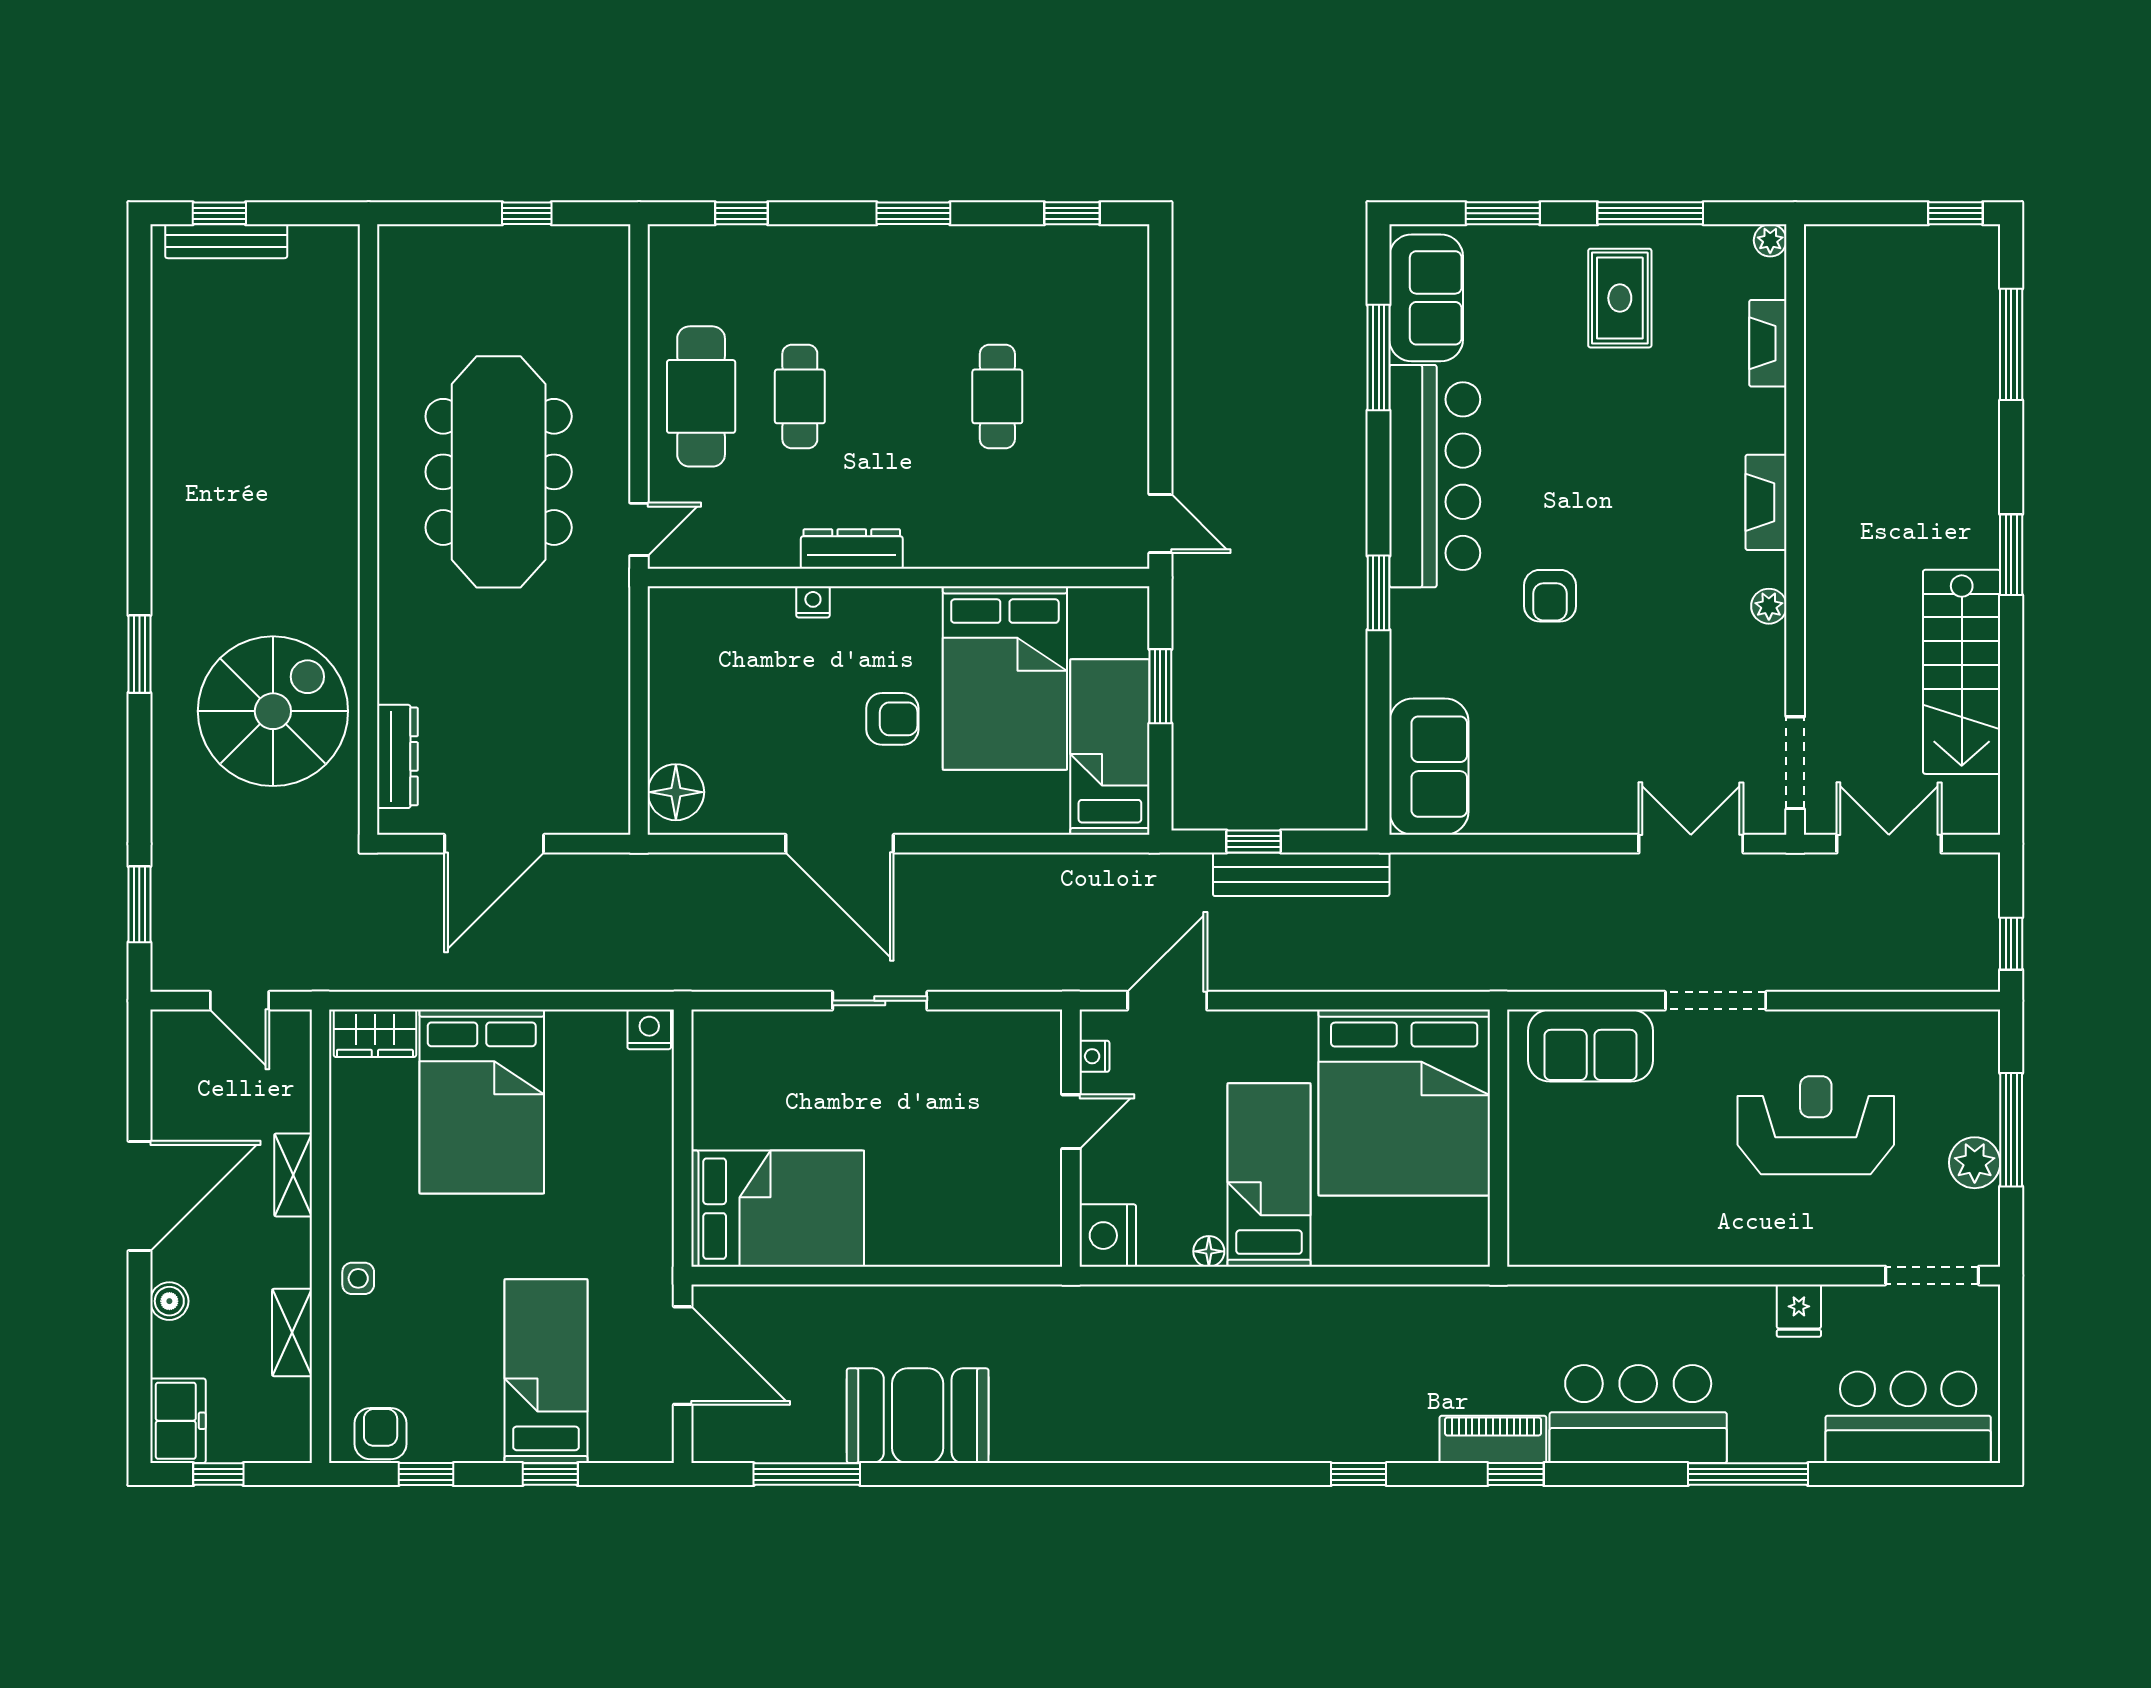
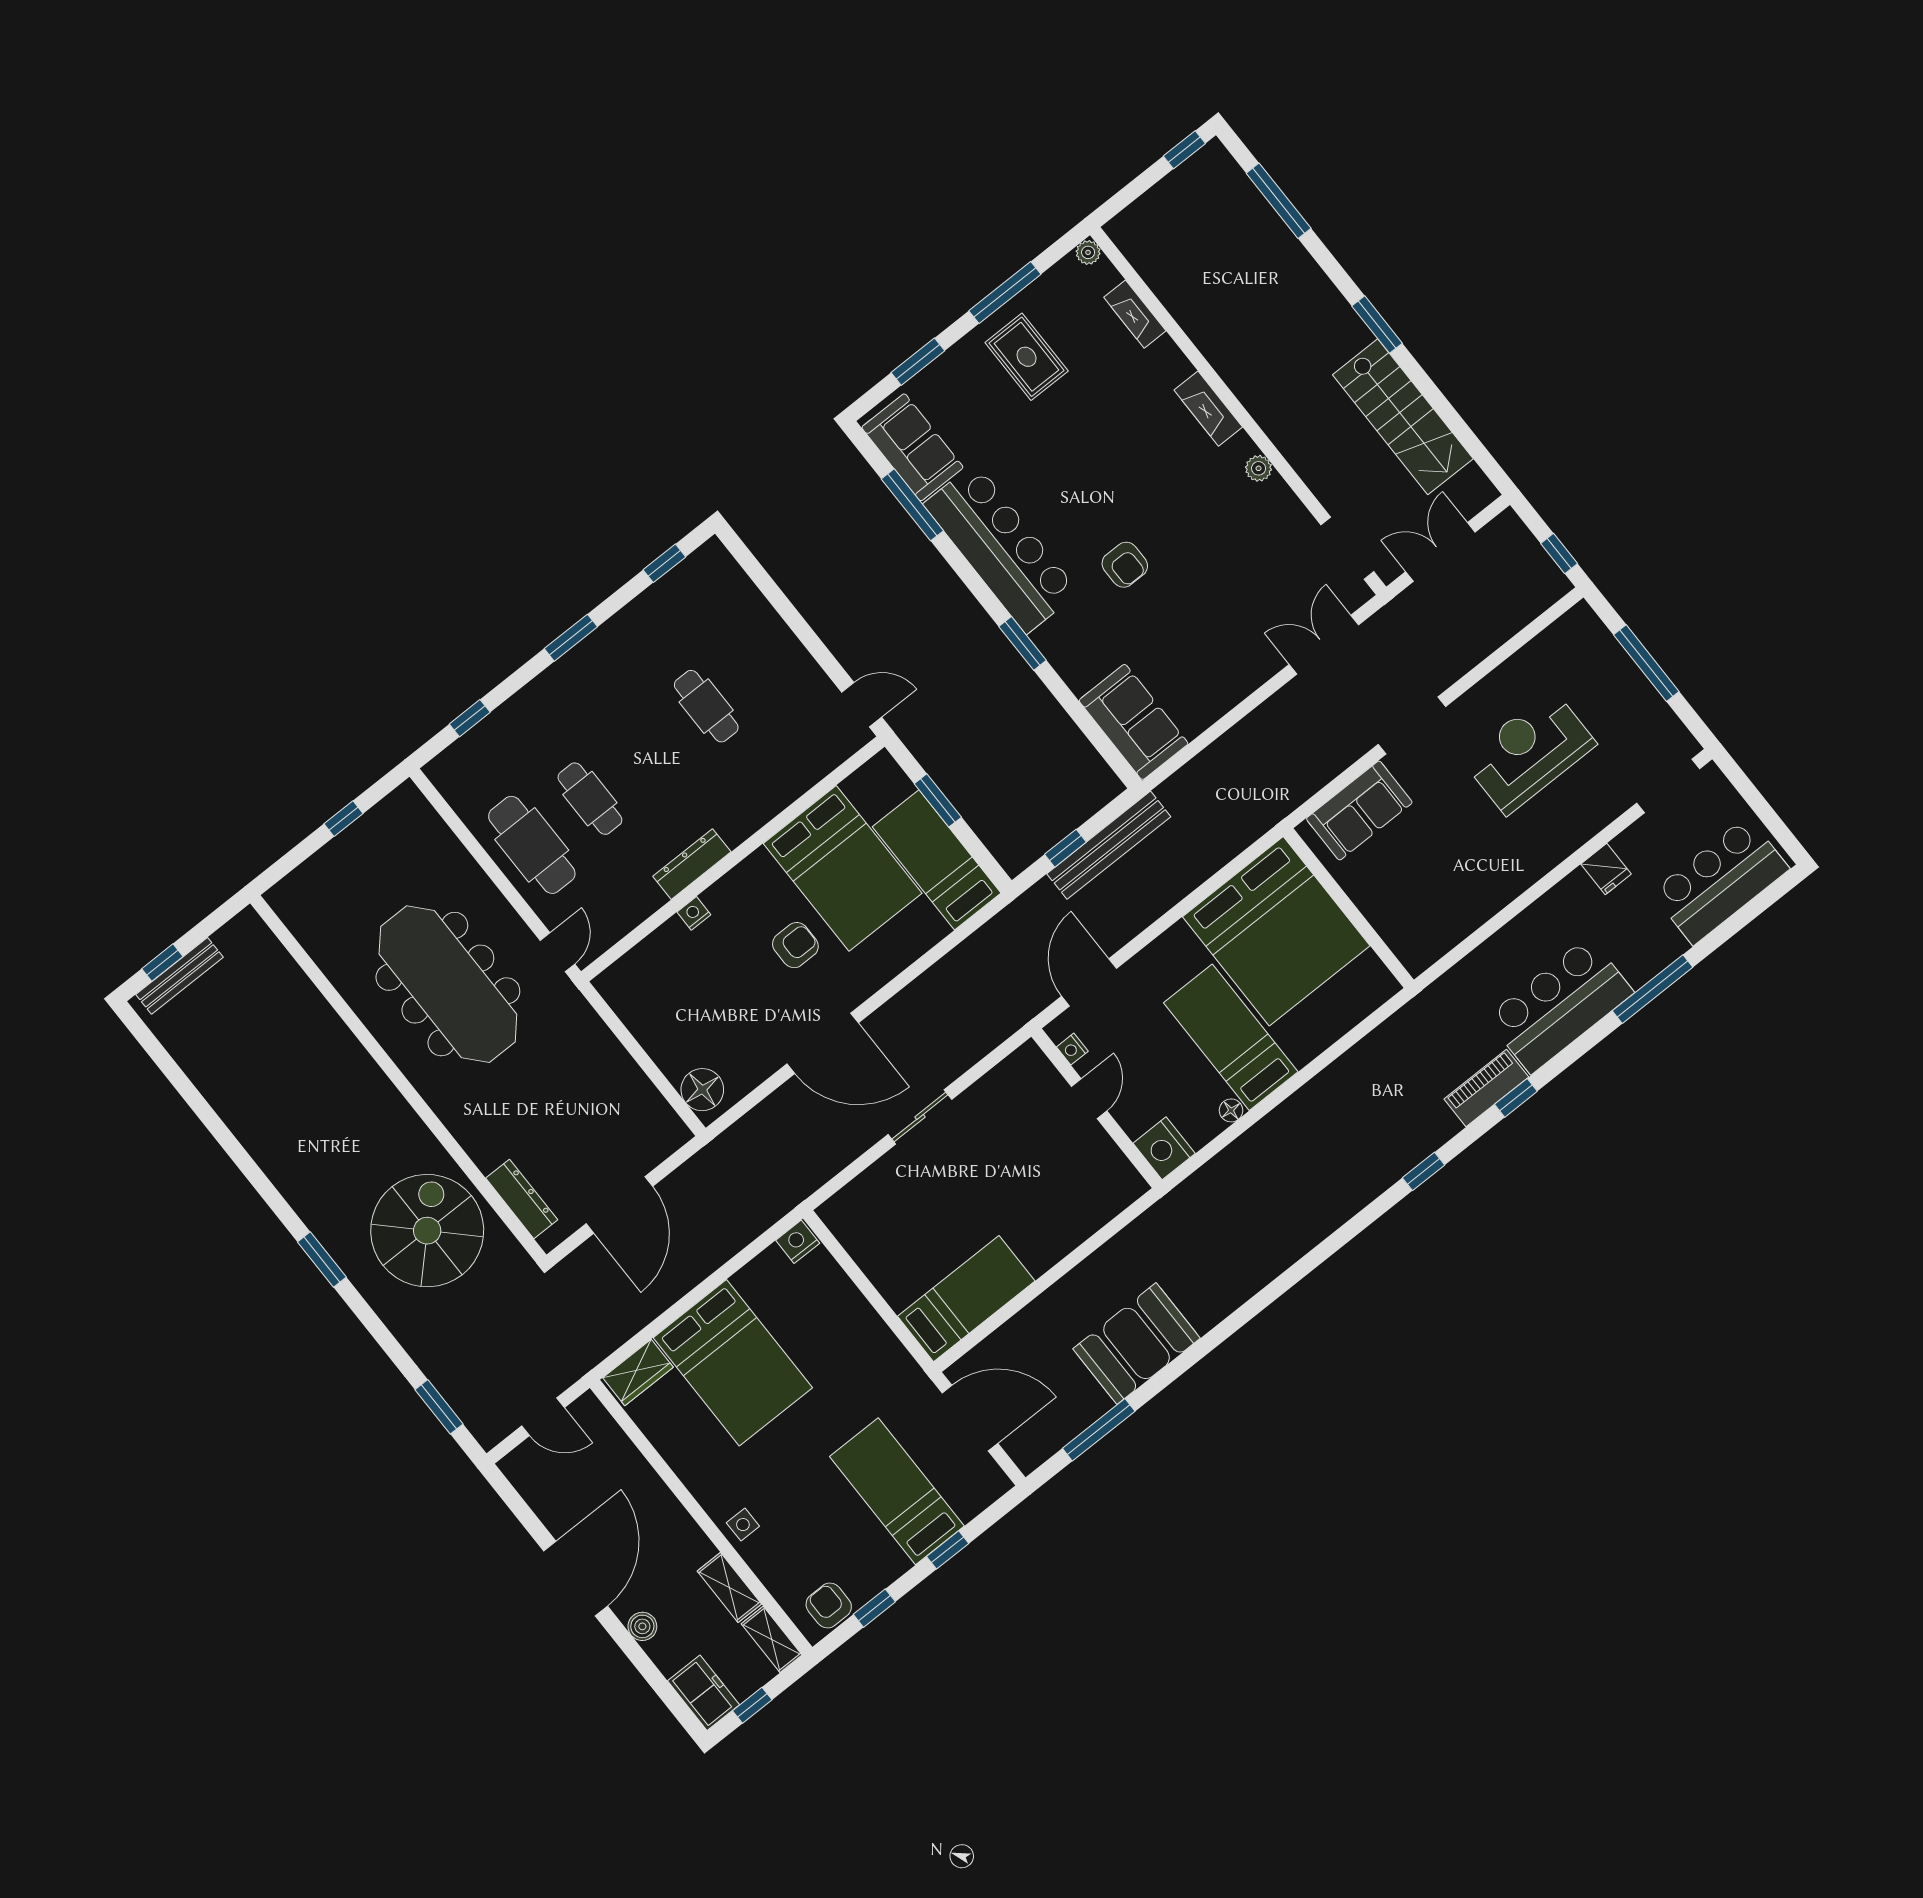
plant: (1975, 1163) -> (1640, 700), removed
shelving: (293, 1175) -> (772, 1639), moved
bed: (778, 1209) -> (966, 1299), width x0.67

